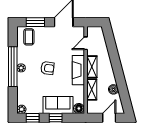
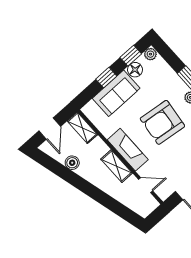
door: (86, 43) -> (146, 185), hinge flipped
armchair: (47, 68) -> (162, 122), width x1.88, depth x1.88
shelving: (92, 89) -> (82, 128), moved
floor lamp: (79, 108) -> (135, 70), moved

